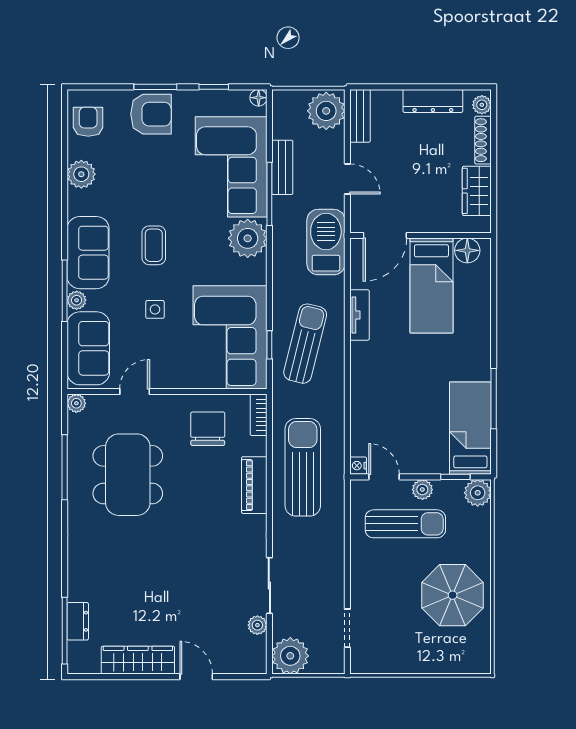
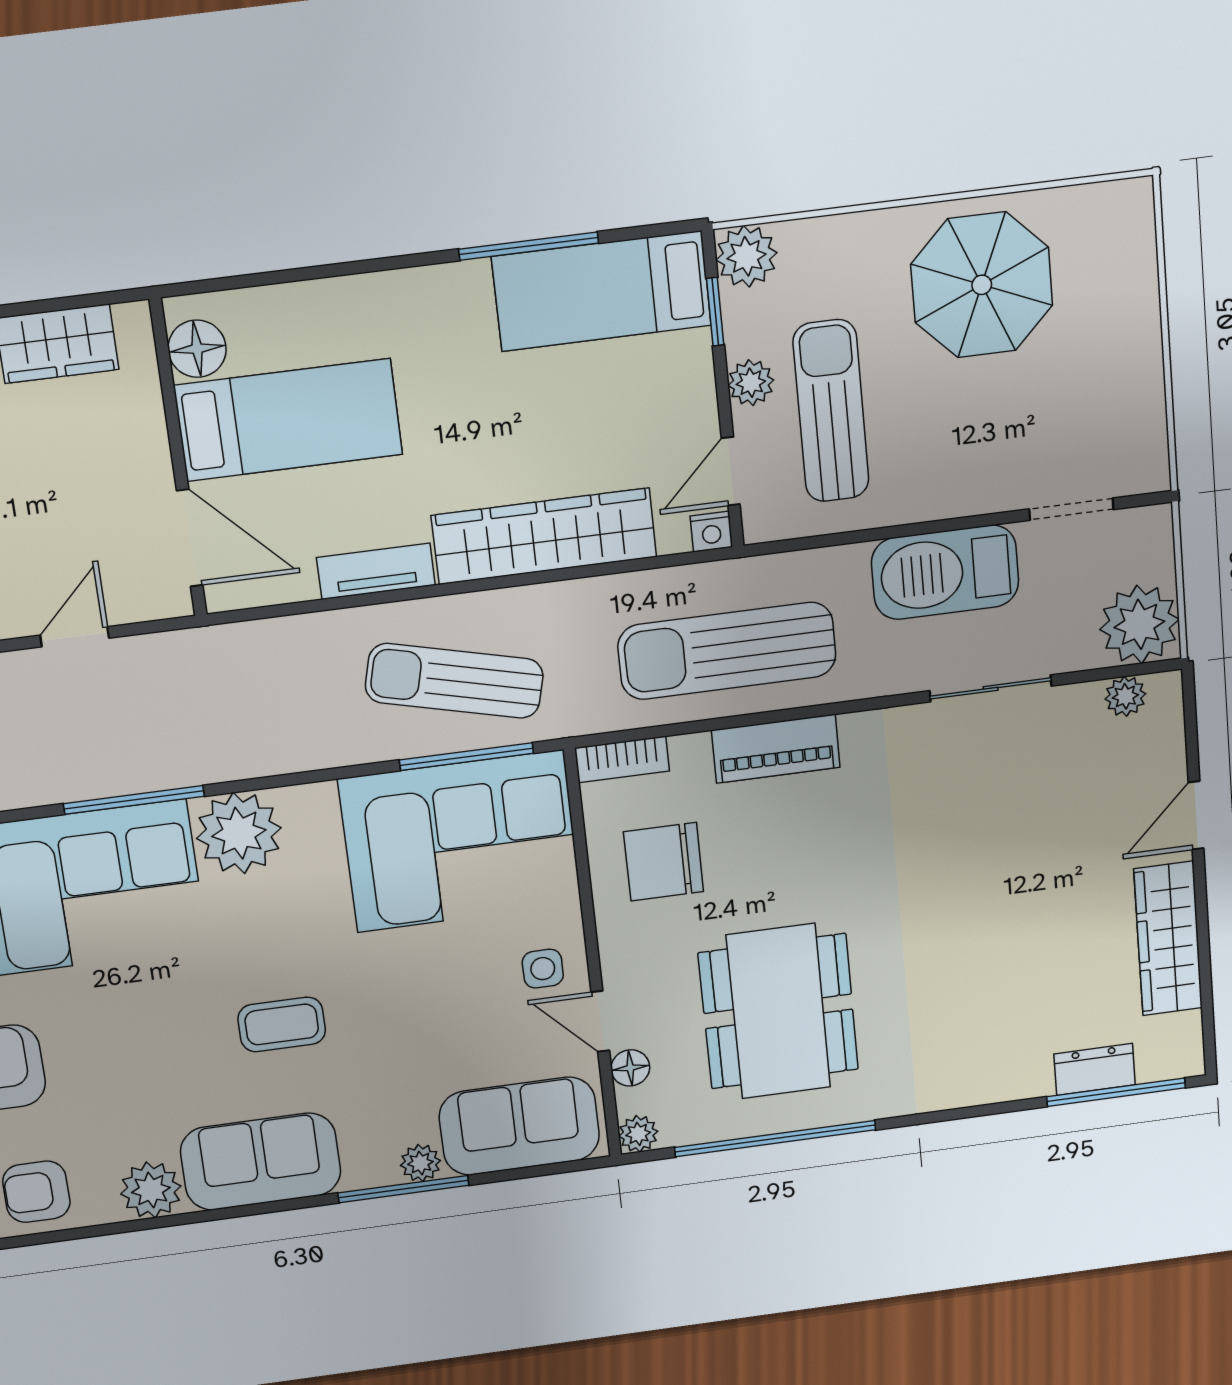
bench: (282, 167) -> (71, 780), removed
barbecue: (326, 242) -> (945, 572), moved
sofa: (88, 253) -> (261, 1162), moved
side table: (155, 309) -> (543, 969), moved
window: (269, 345) -> (466, 757), width x2.17
wardrobe: (366, 391) -> (544, 536), added
floor lamp: (110, 403) -> (630, 1068), added
window: (65, 467) -> (775, 1139), width x1.46
dining table: (128, 475) -> (778, 1011), turned 90
plant: (257, 625) -> (1125, 696), moved

